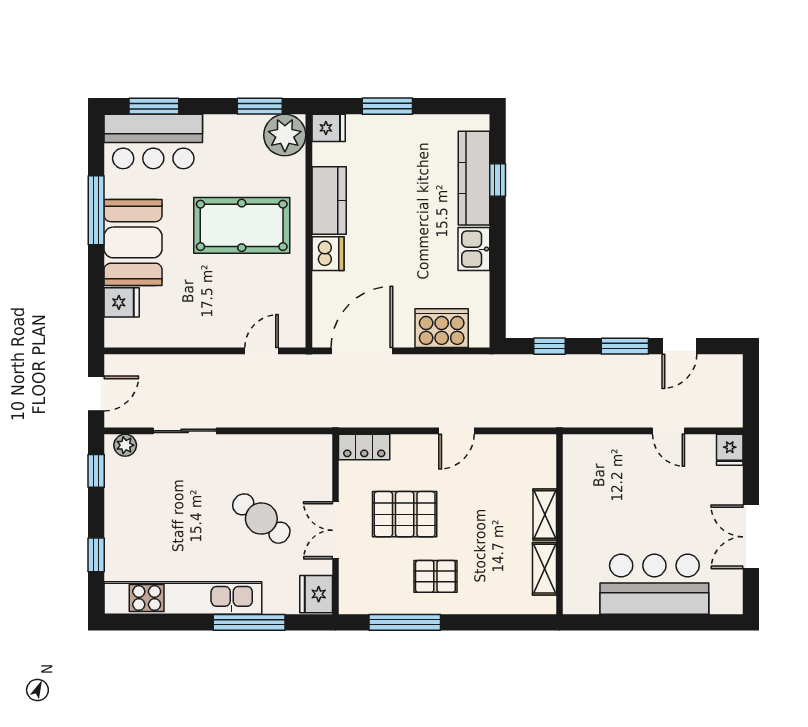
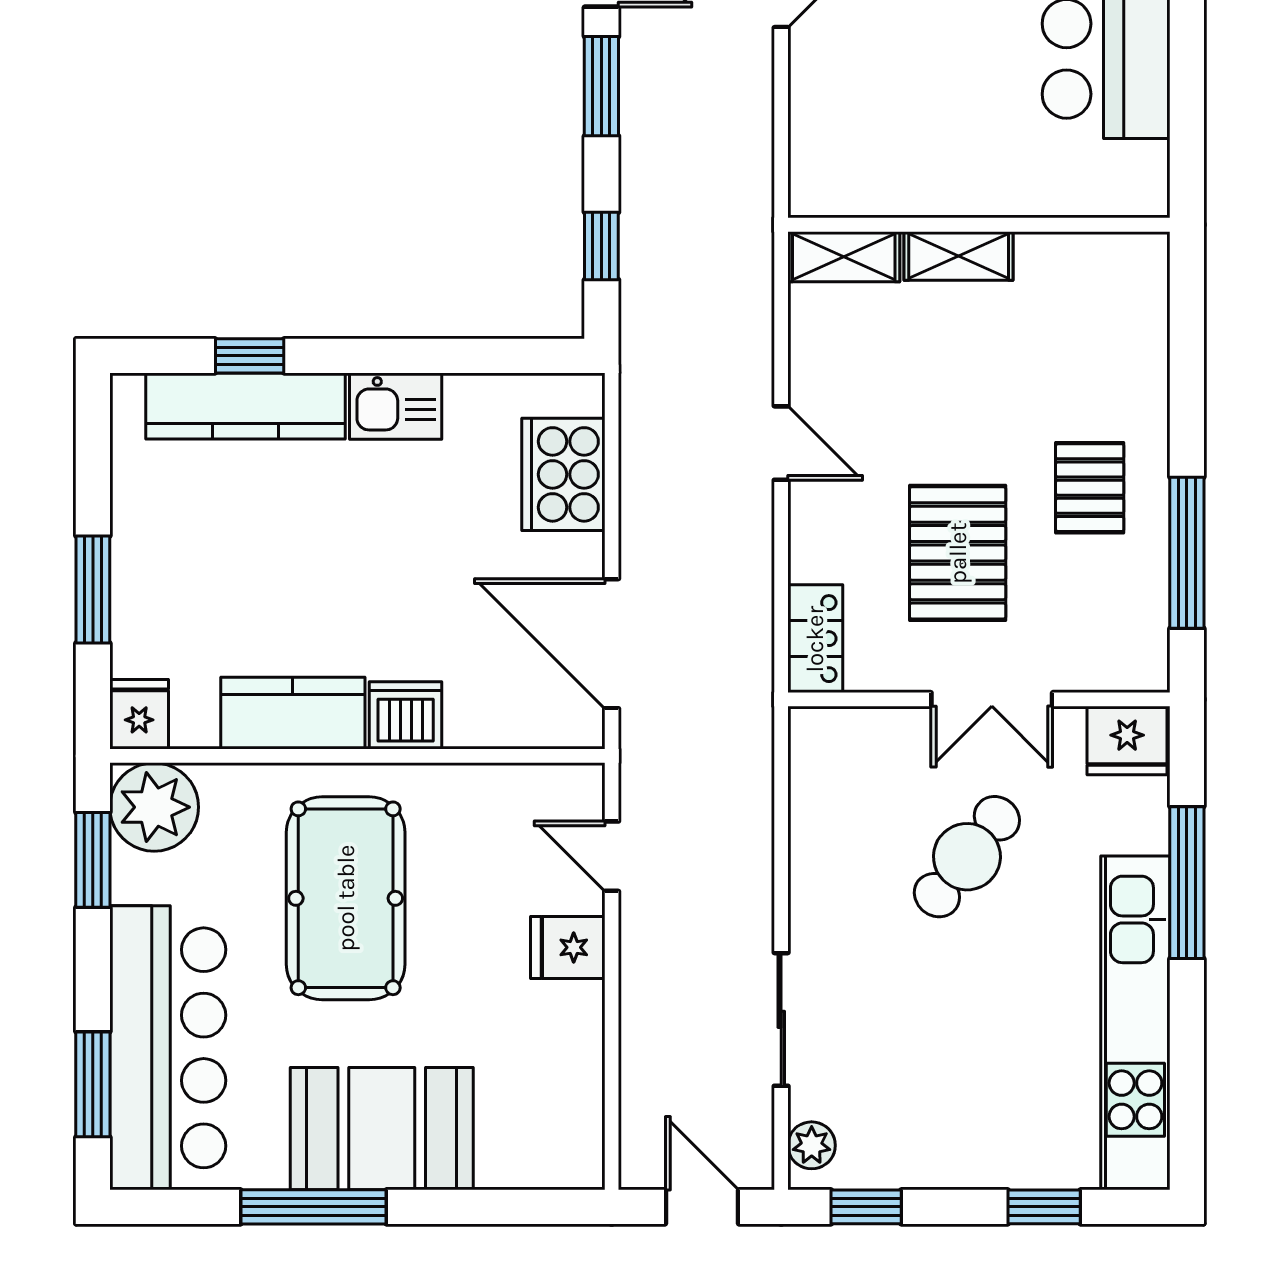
bar counter: (153, 141) -> (168, 1048), width x1.36
fridge: (122, 302) -> (568, 947), moved, turned -90
shelving: (544, 569) -> (844, 257), moved

